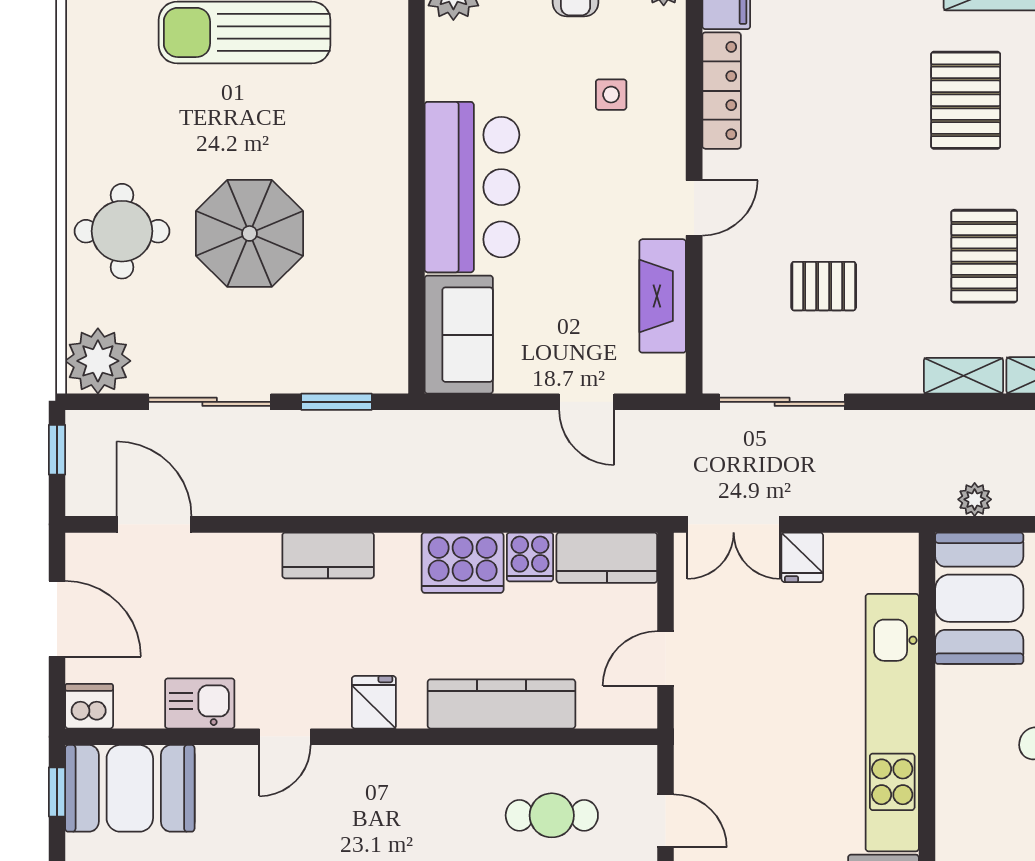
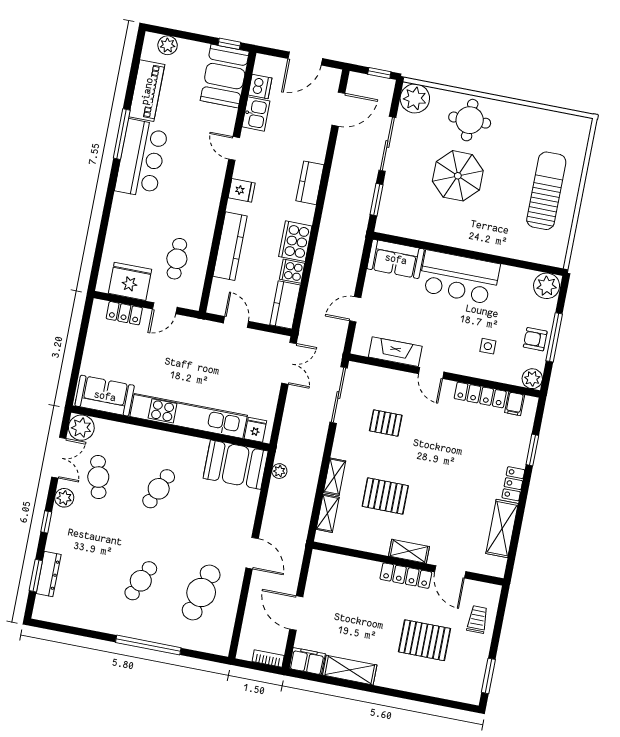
pallet: (966, 100) -> (455, 501), removed
pallet: (824, 286) -> (386, 423), turned 90
double door: (734, 524) -> (289, 363), swing flipped
fridge: (802, 557) -> (255, 430), moved, turned 90
dishwasher: (89, 706) -> (260, 87), moved

